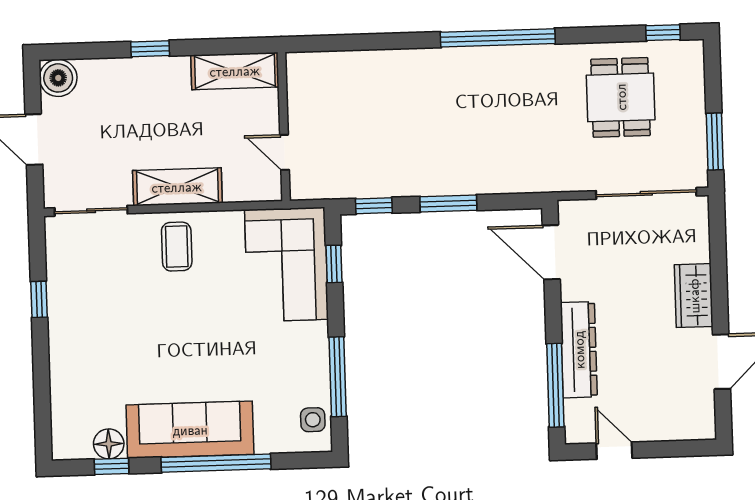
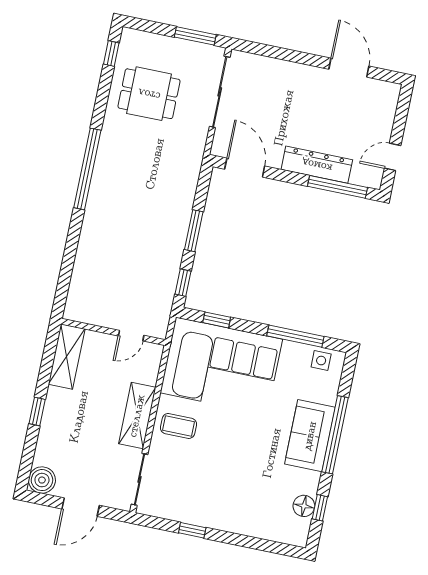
door: (551, 252) -> (245, 168), swing flipped
corner sofa: (286, 265) -> (221, 366), width x1.36, depth x1.36
wardrobe: (694, 296) -> (298, 76), removed
sofa: (190, 430) -> (310, 436), width x0.73

